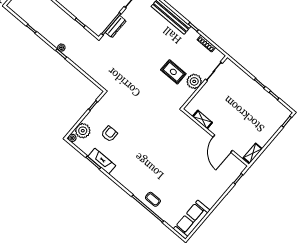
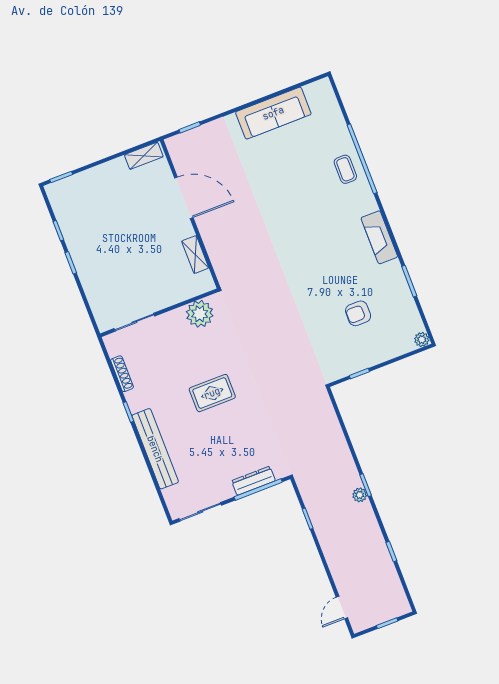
rug: (173, 72) -> (212, 393), moved, turned 90
plant: (194, 81) -> (200, 314), moved
plant: (83, 131) -> (398, 342), removed
door: (223, 144) -> (184, 198), hinge flipped
fireplace: (102, 161) -> (379, 237), moved
sofa: (192, 220) -> (273, 113), moved

